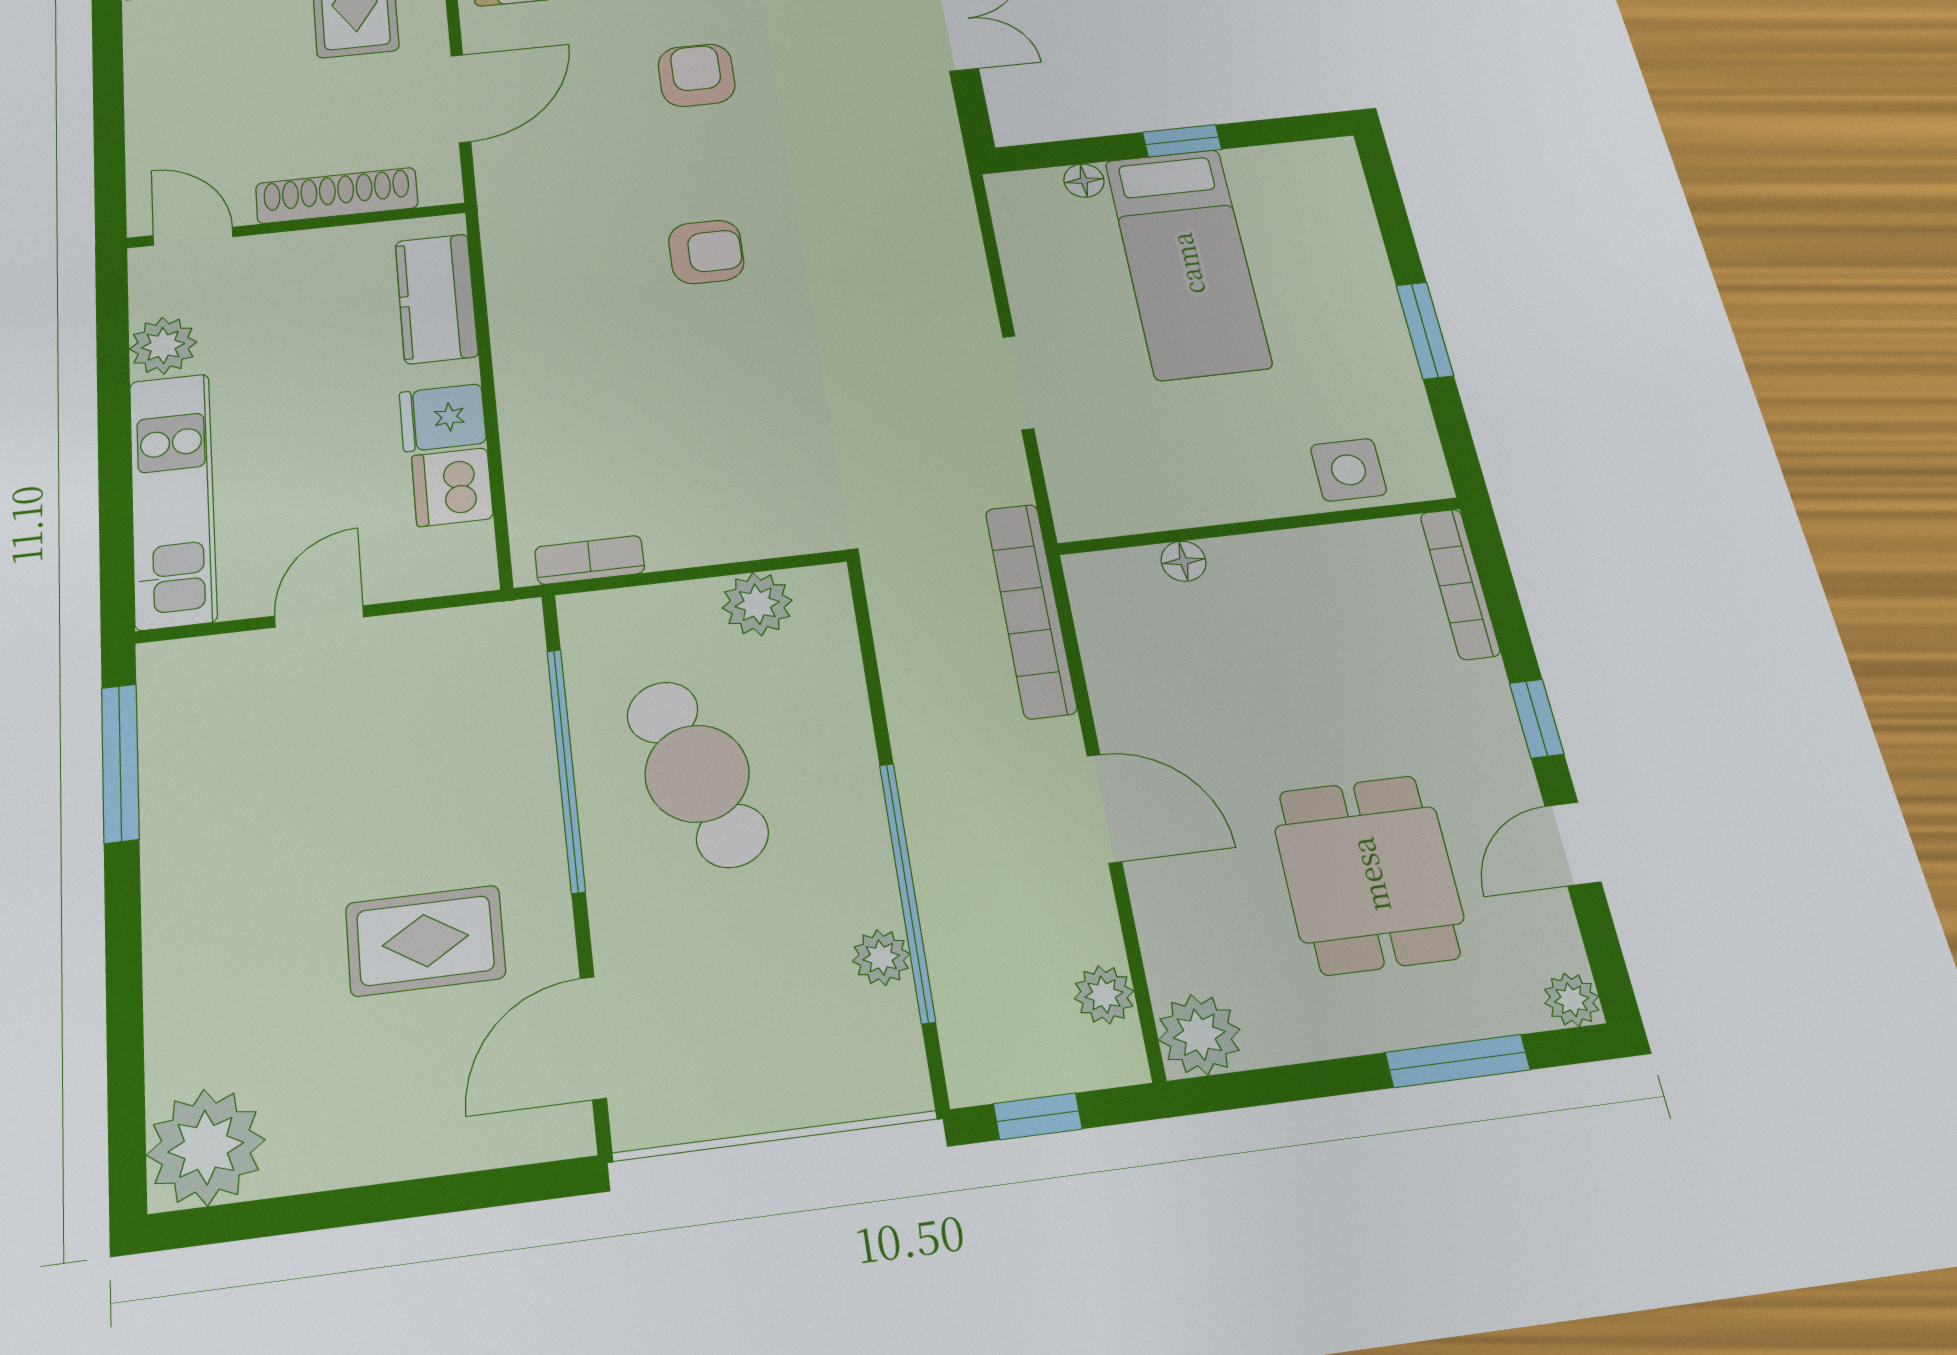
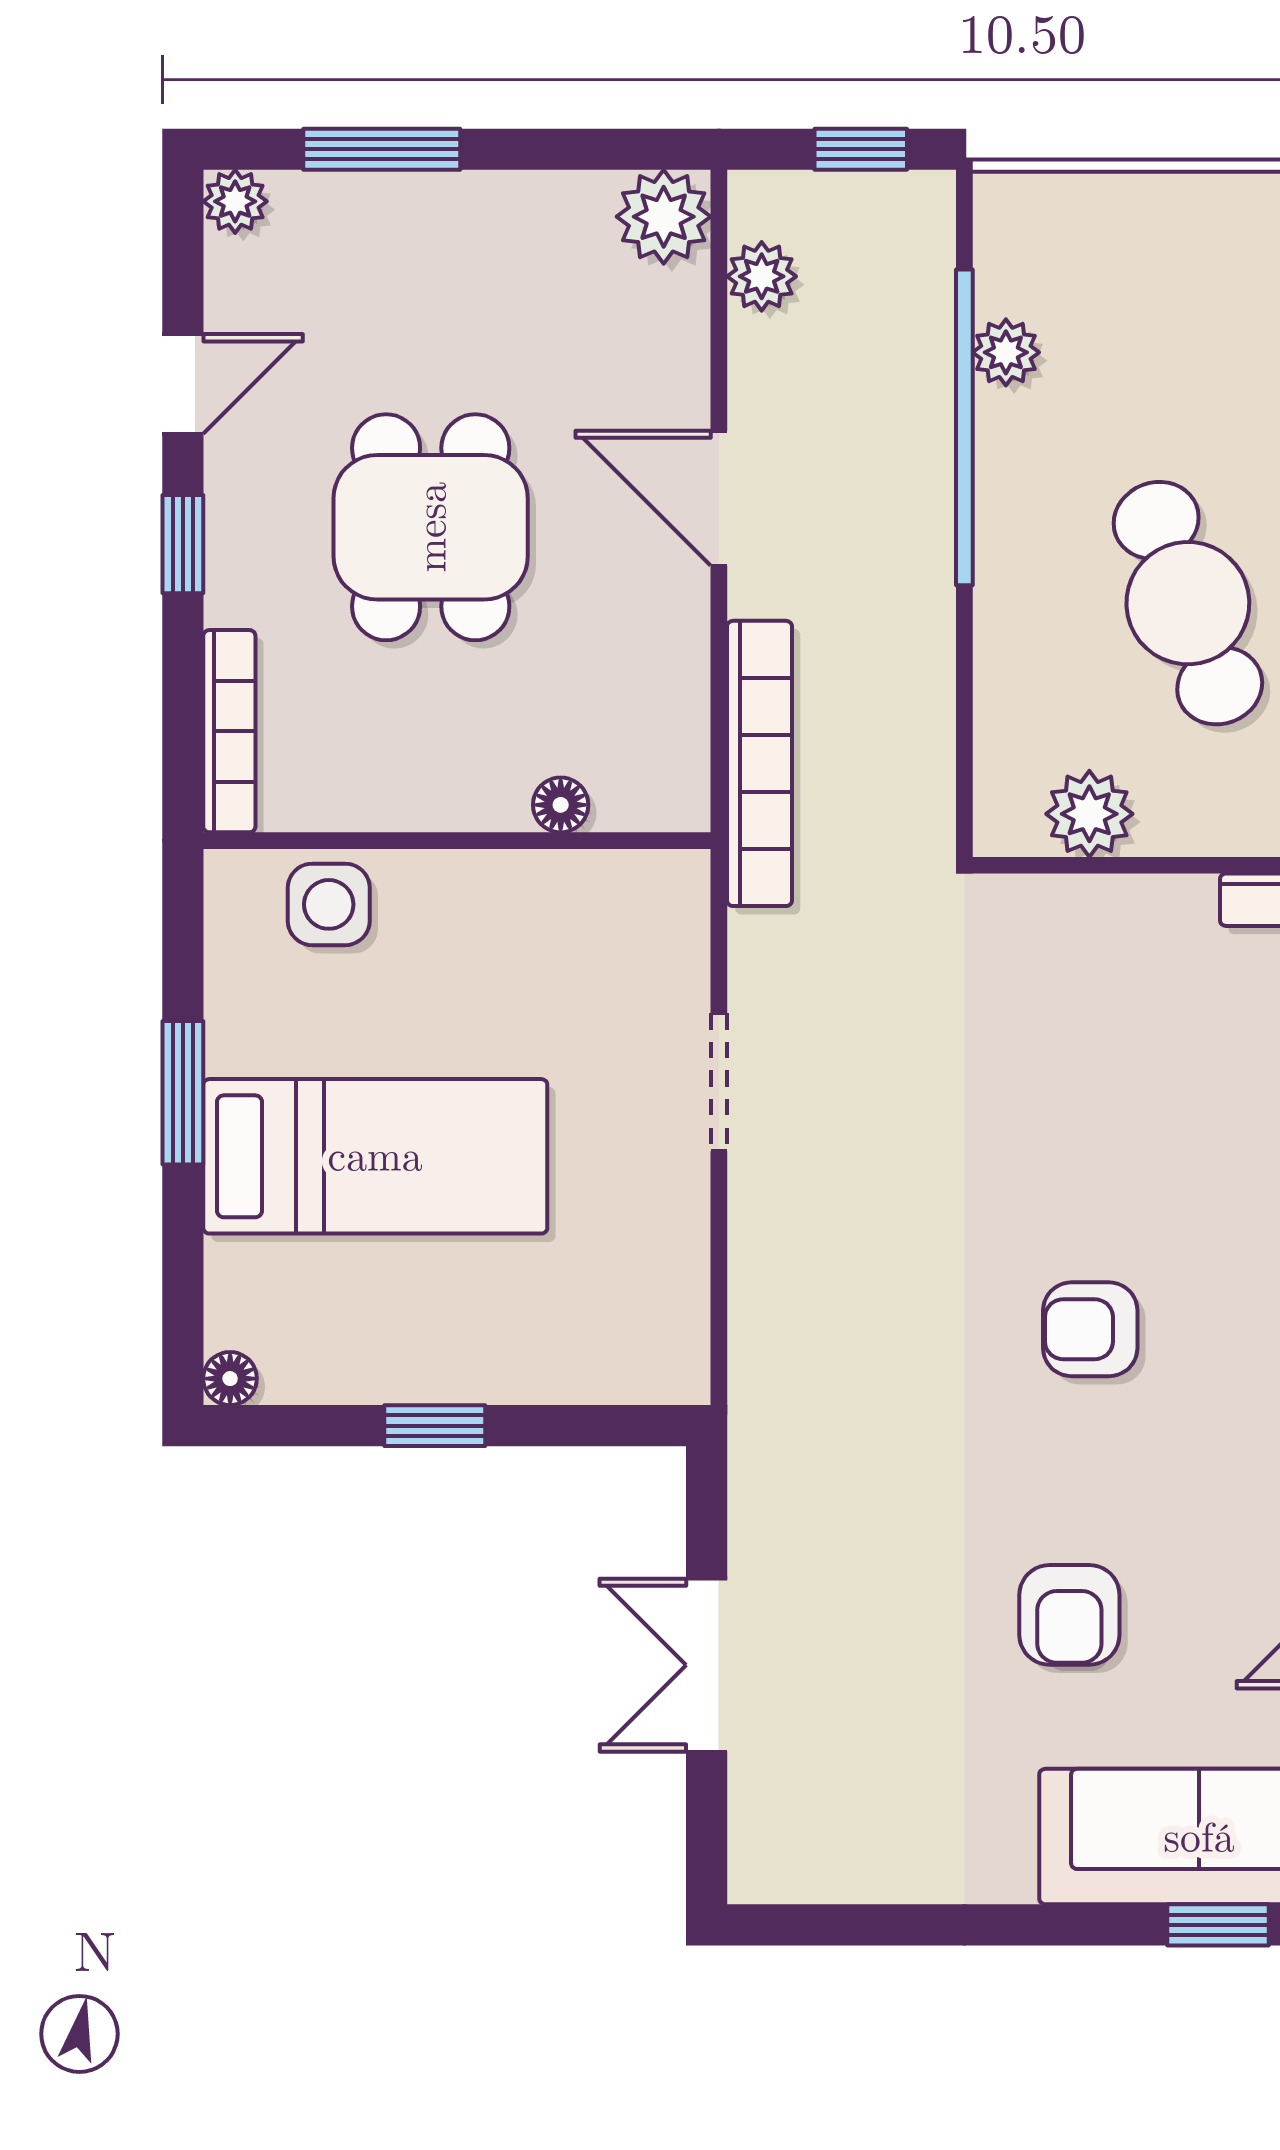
floor lamp: (1084, 181) -> (230, 1379), moved
bed: (1187, 263) -> (375, 1156), moved, turned 90
dining table: (1369, 874) -> (431, 527), moved

